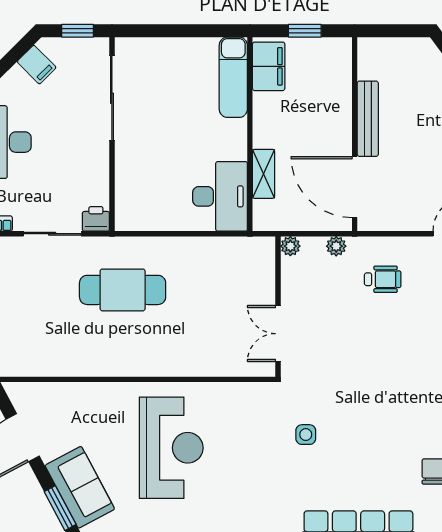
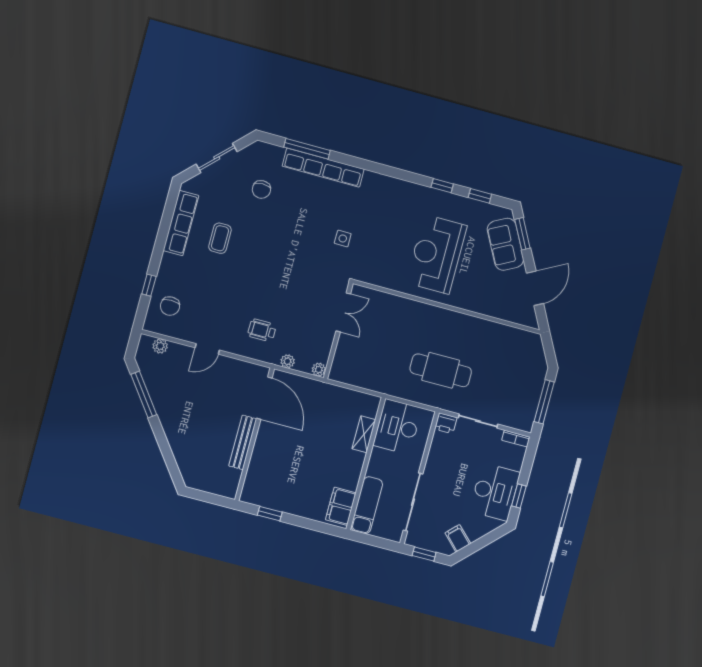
filing cabinet: (269, 66) -> (341, 506), moved
exam couch: (233, 77) -> (367, 505), moved
wall: (250, 134) -> (366, 464), moved
shelving: (263, 174) -> (364, 434), moved
desk: (220, 196) -> (397, 427), moved

